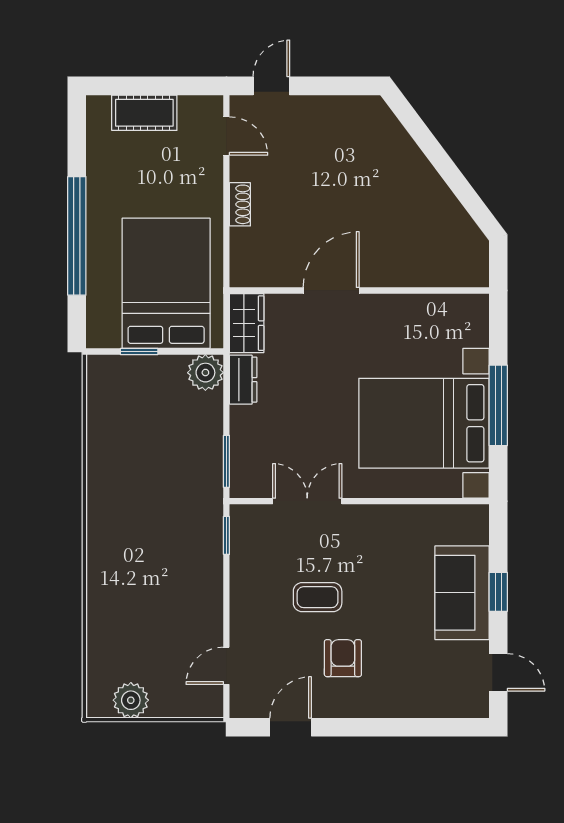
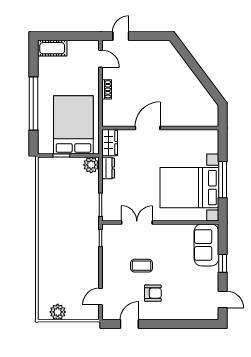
cot: (144, 113) -> (52, 48), moved
sofa: (462, 593) -> (206, 245), moved
armchair: (343, 658) -> (153, 293), turned 90

